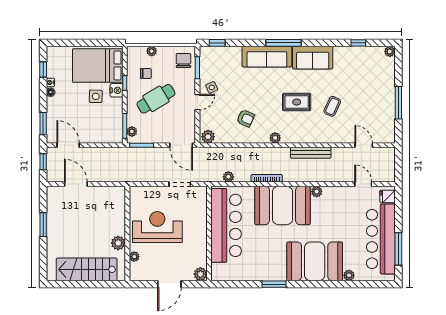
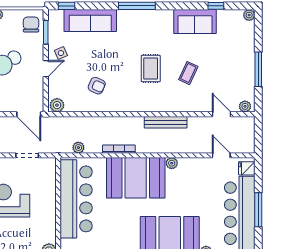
sofa: (267, 57) -> (90, 20), moved
sofa: (313, 58) -> (195, 22), moved
rug: (297, 102) -> (151, 69), turned 90
plant: (275, 138) -> (245, 106), moved
window: (398, 249) -> (258, 210), moved

